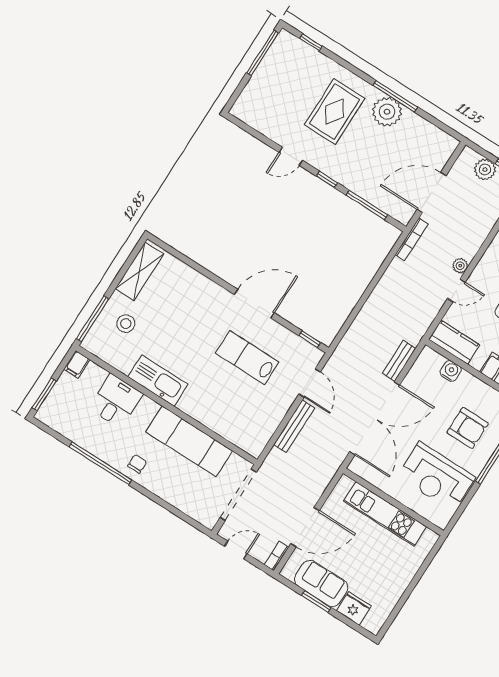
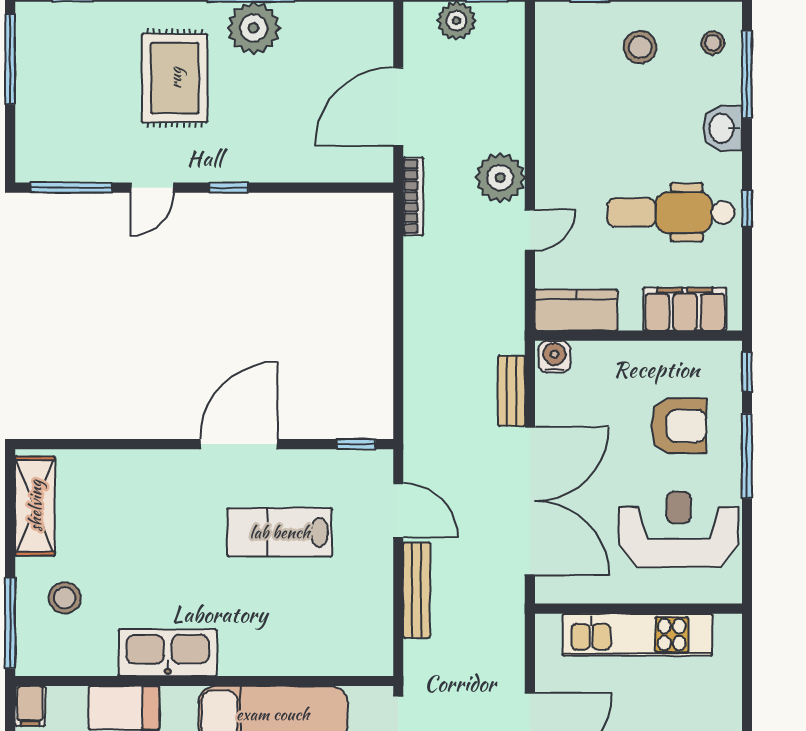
window: (367, 205) -> (71, 188), moved
plant: (460, 266) -> (500, 178), width x1.88, depth x1.88
water cooler: (451, 371) -> (555, 357), moved
reception desk: (436, 477) -> (679, 529), turned 180

